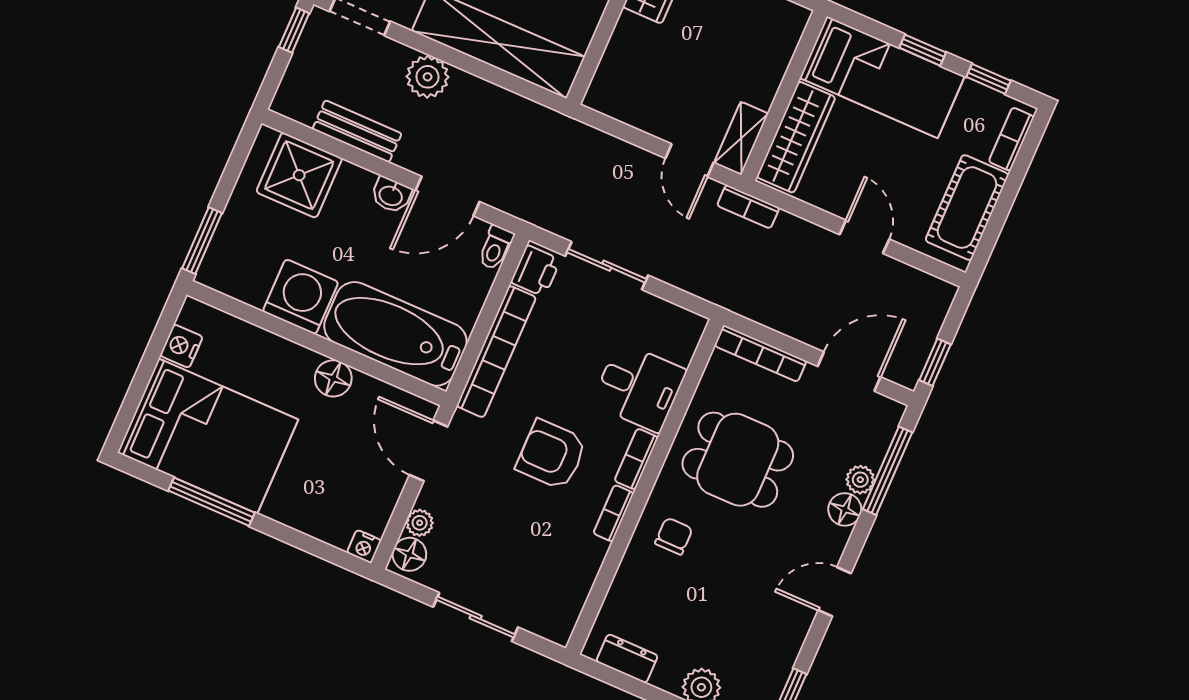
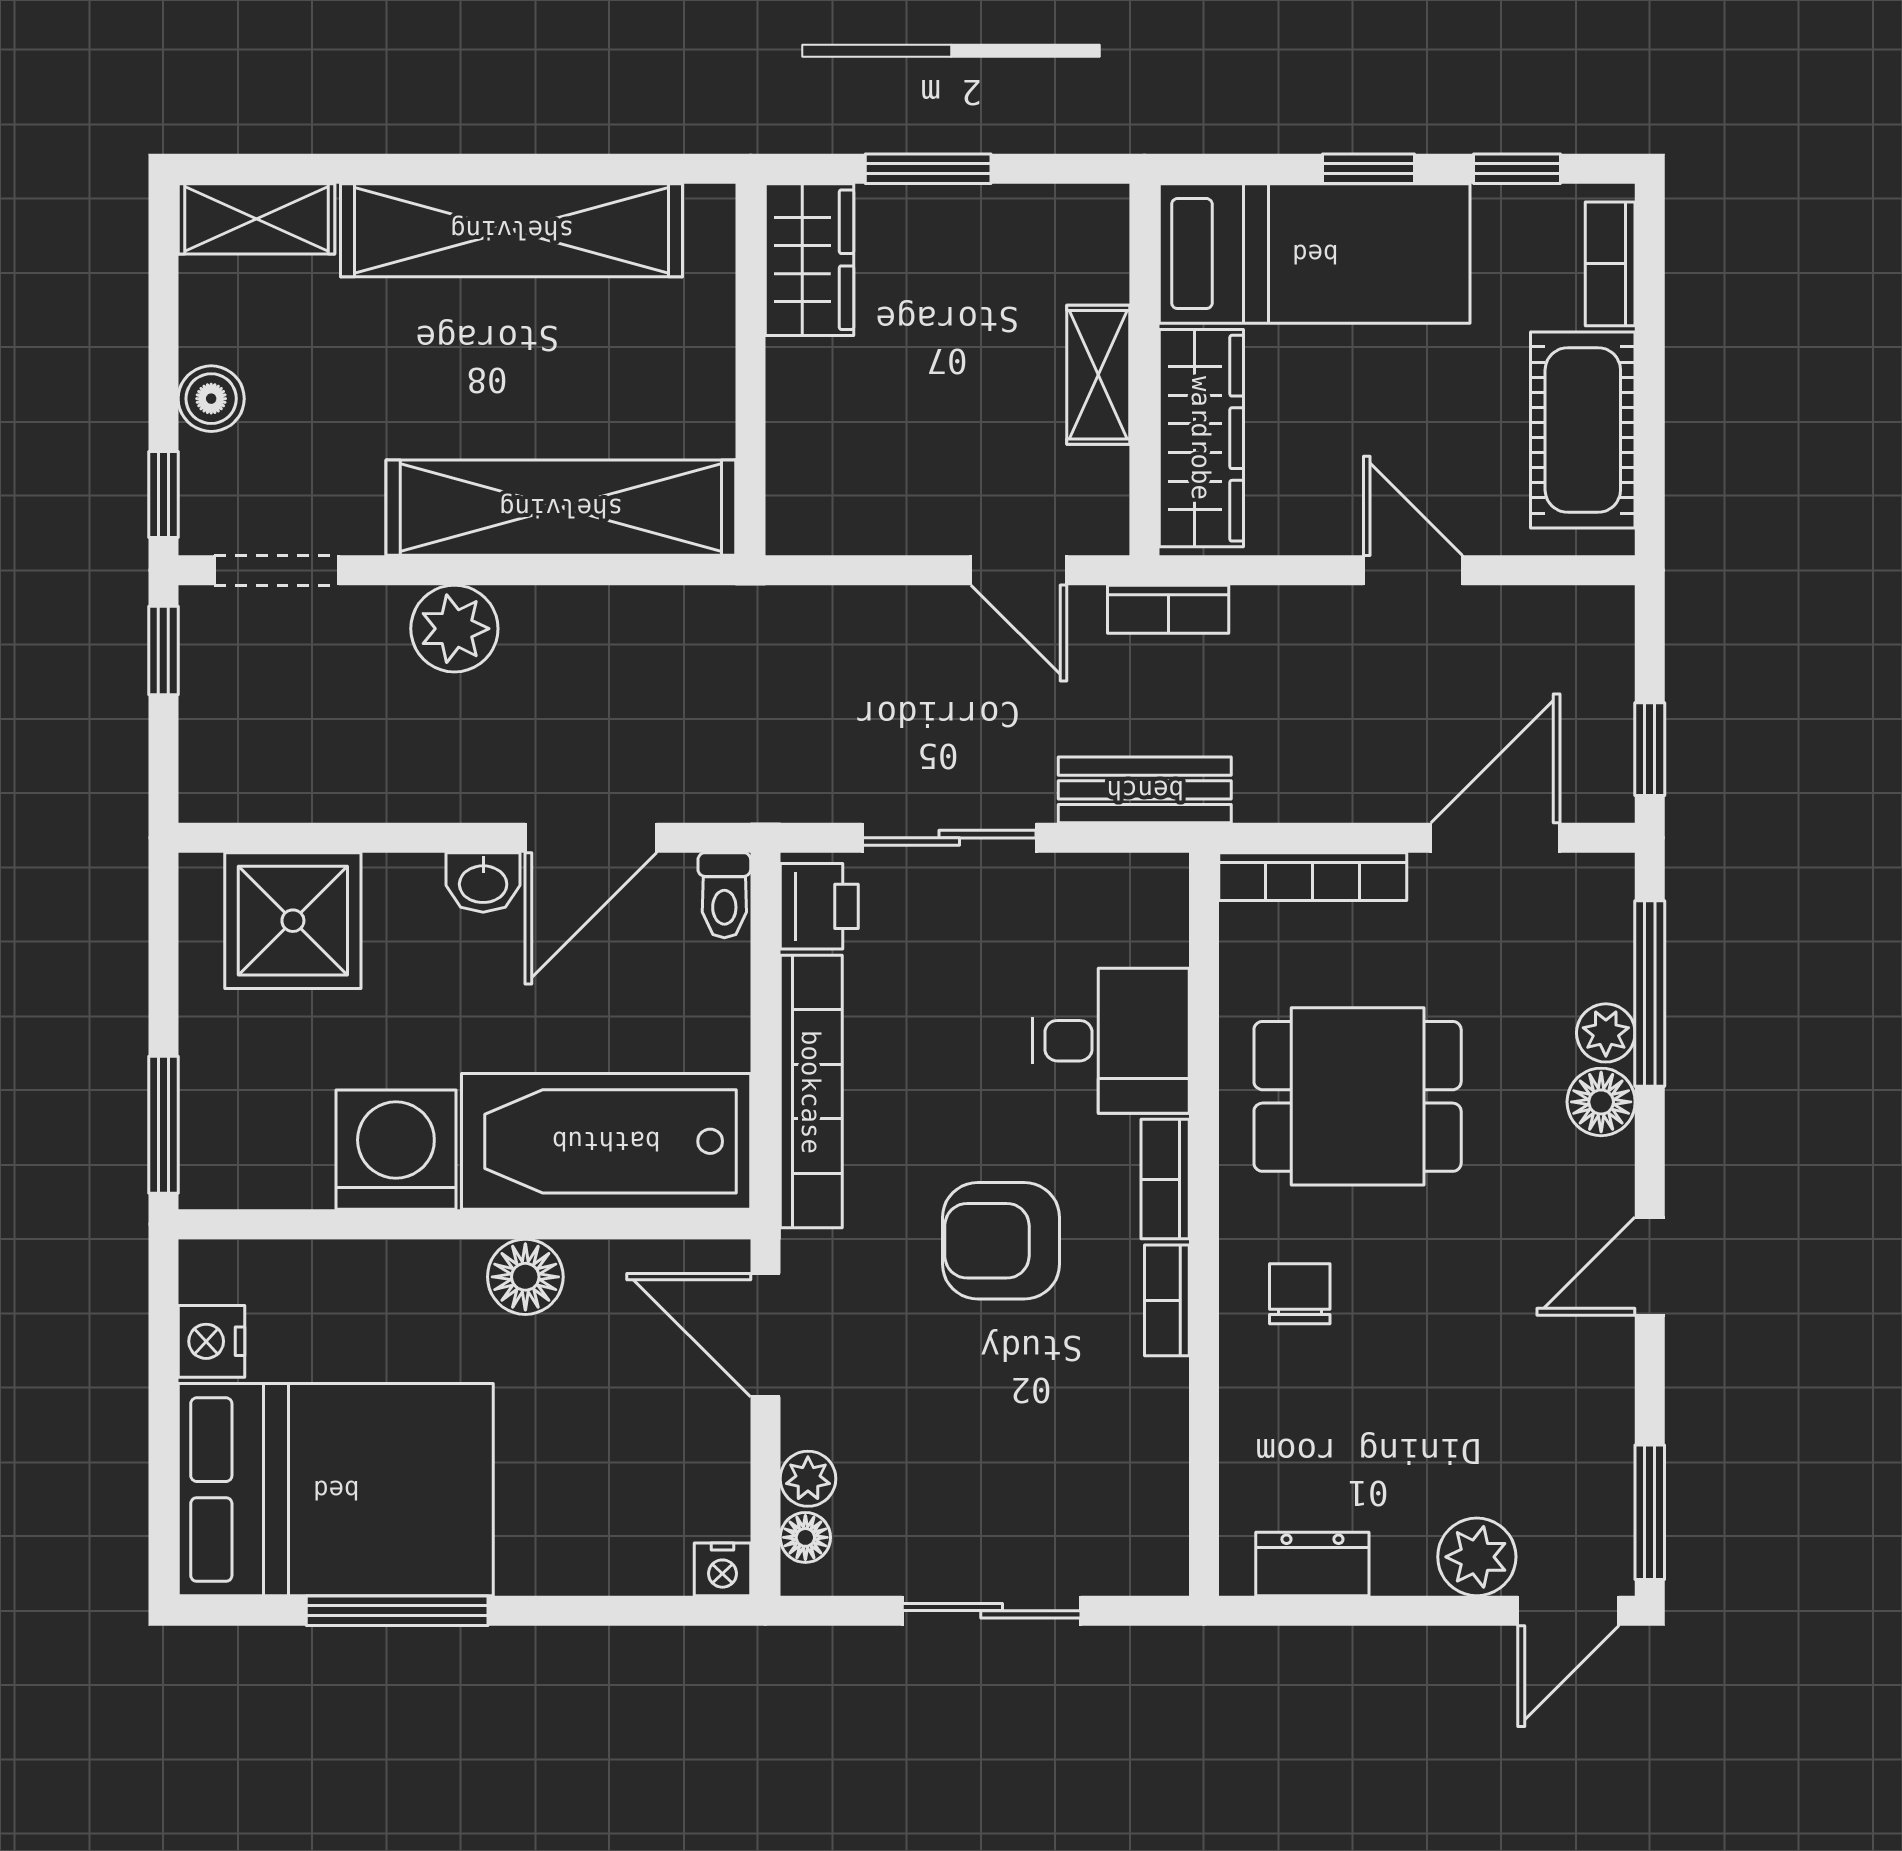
bench: (357, 131) -> (1145, 790), moved
shelving: (741, 138) -> (1098, 375), moved
floor lamp: (409, 554) -> (805, 1537), width x0.73, depth x0.73

